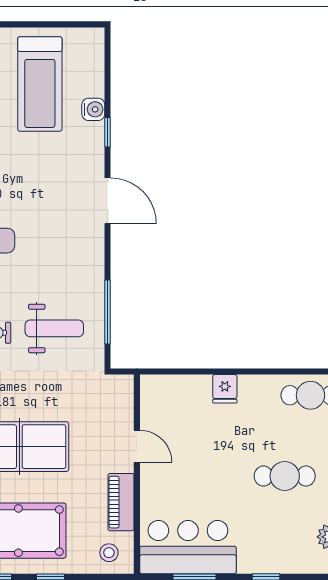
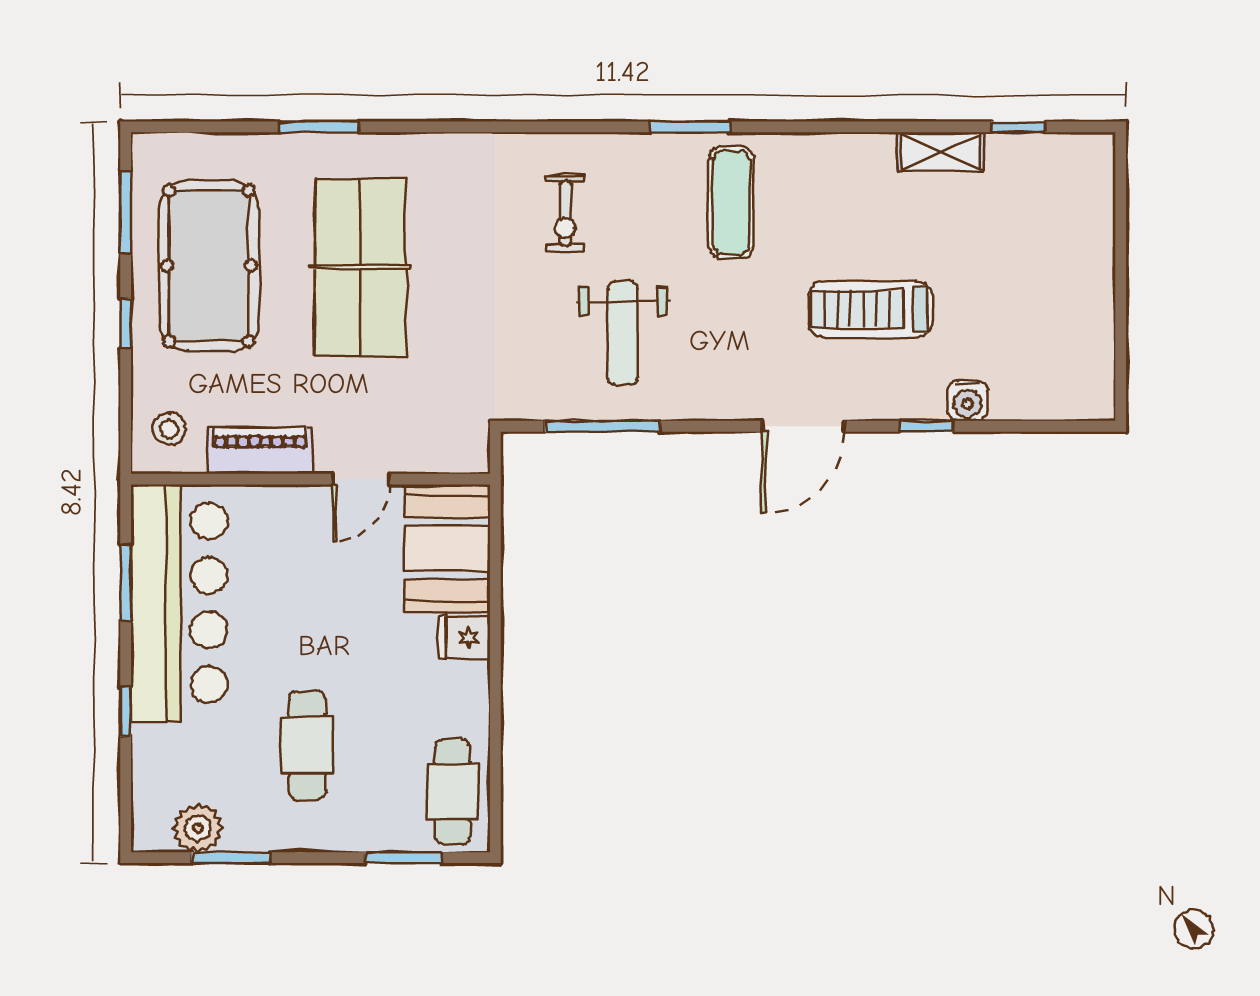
treadmill: (40, 84) -> (871, 309), moved, width x0.73, depth x0.73
weight bench: (54, 328) -> (623, 333), moved
booth: (175, 398) -> (447, 548), added
bar counter: (188, 547) -> (179, 603), width x1.36

